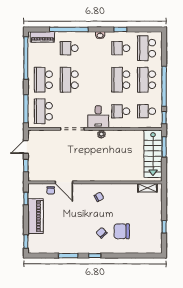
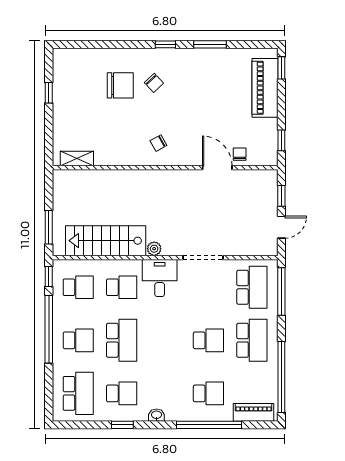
school desk: (69, 80) -> (208, 340), width x0.54
school desk: (147, 80) -> (78, 340), width x0.54
stairs: (153, 154) -> (106, 241), moved, turned -90
piano: (36, 216) -> (265, 88), moved

